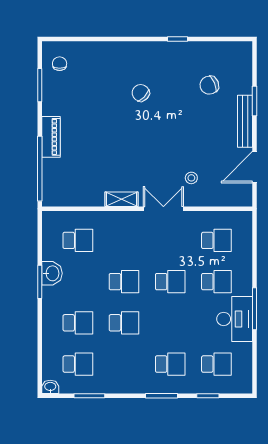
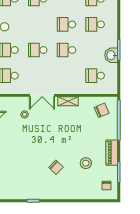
chair: (209, 85) -> (102, 110), moved
stool: (93, 100) -> (86, 163), added
piano: (51, 137) -> (112, 153), moved

